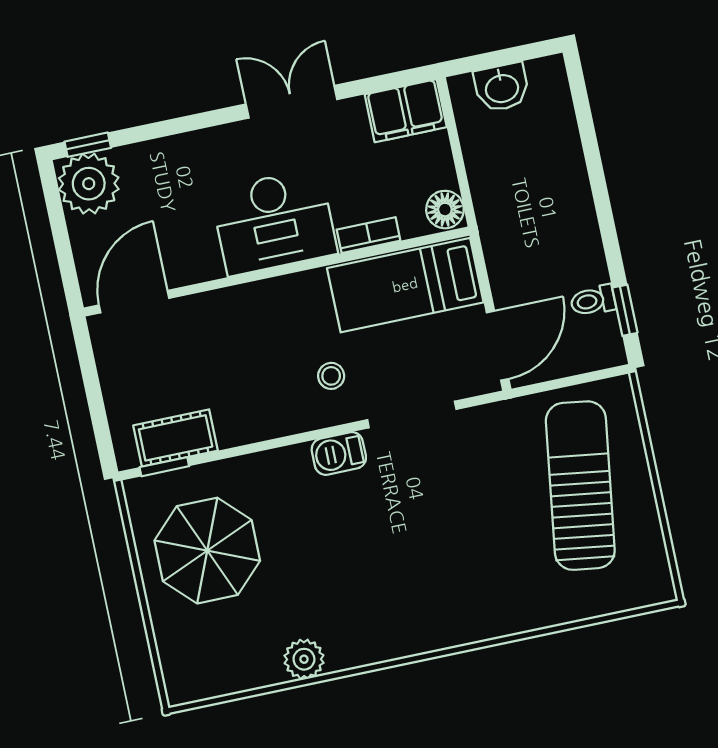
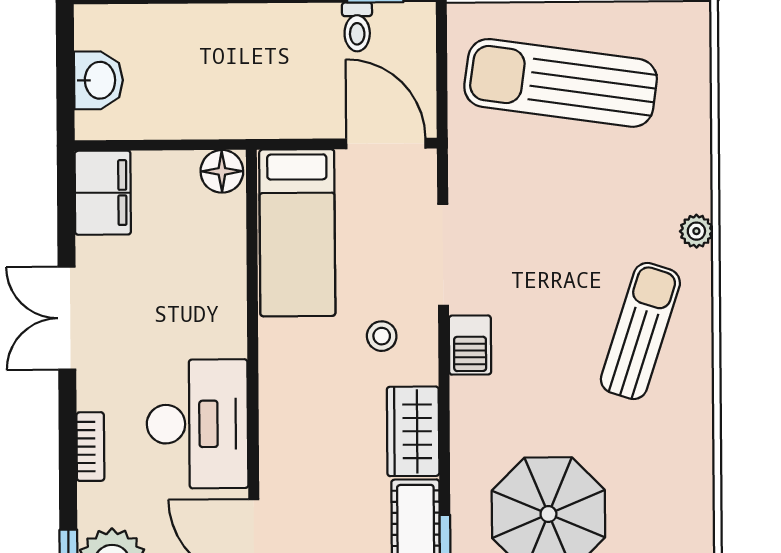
desk: (274, 222) -> (197, 424), moved
bookcase: (369, 235) -> (90, 447), moved, turned 180
wardrobe: (255, 420) -> (413, 431), added
sun lounger: (381, 598) -> (640, 331), added
plant: (304, 659) -> (696, 231), moved, width x0.73, depth x0.73

